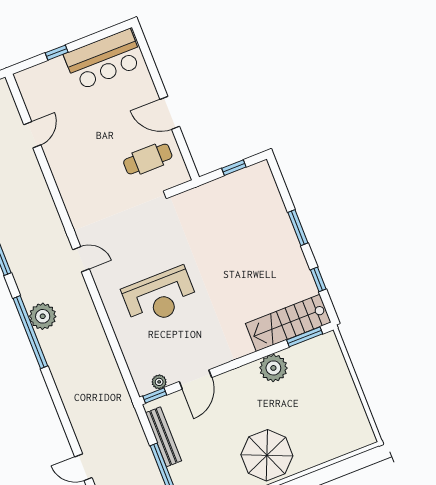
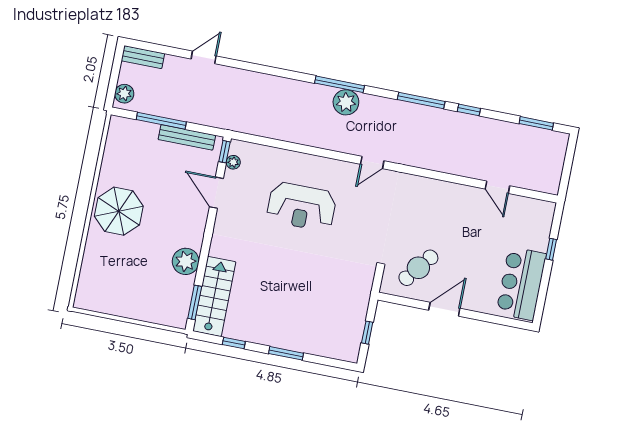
cafe table: (148, 159) -> (418, 268), turned 38
reception desk: (160, 297) -> (302, 207), turned -90
window: (30, 332) -> (340, 84), width x0.68

